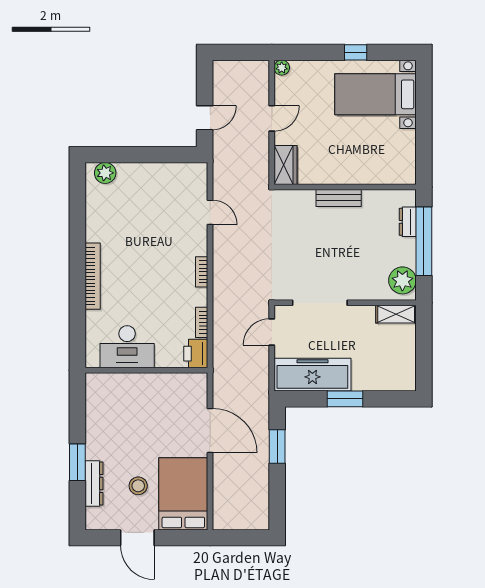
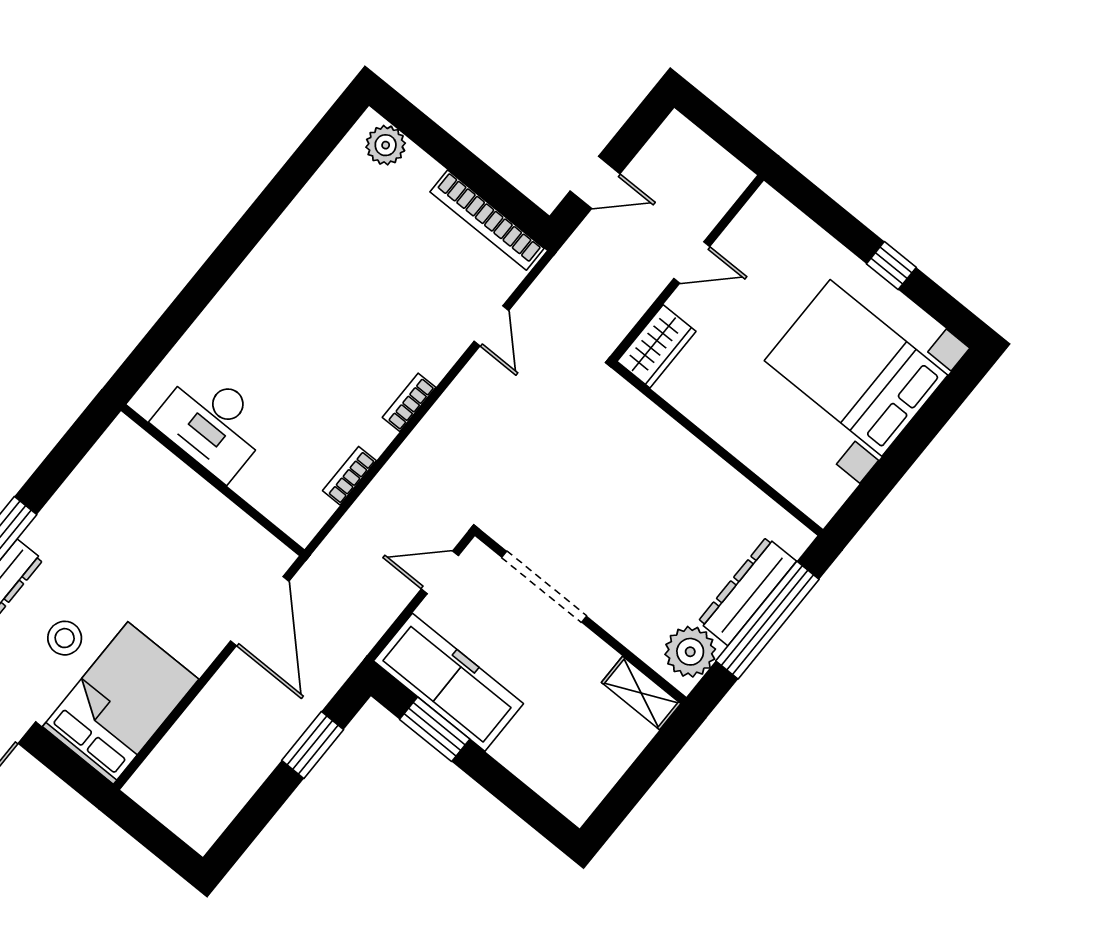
plant: (282, 68) -> (766, 201), removed
bed with nightstands: (376, 94) -> (856, 368), width x1.36
bench: (339, 198) -> (695, 457), removed
dresser: (408, 222) -> (747, 591), width x1.96, depth x1.24
bookcase: (93, 276) -> (487, 220), moved, turned 90
printer: (196, 354) -> (304, 514), removed
window: (345, 399) -> (435, 729), moved
door: (210, 431) -> (260, 611), moved

